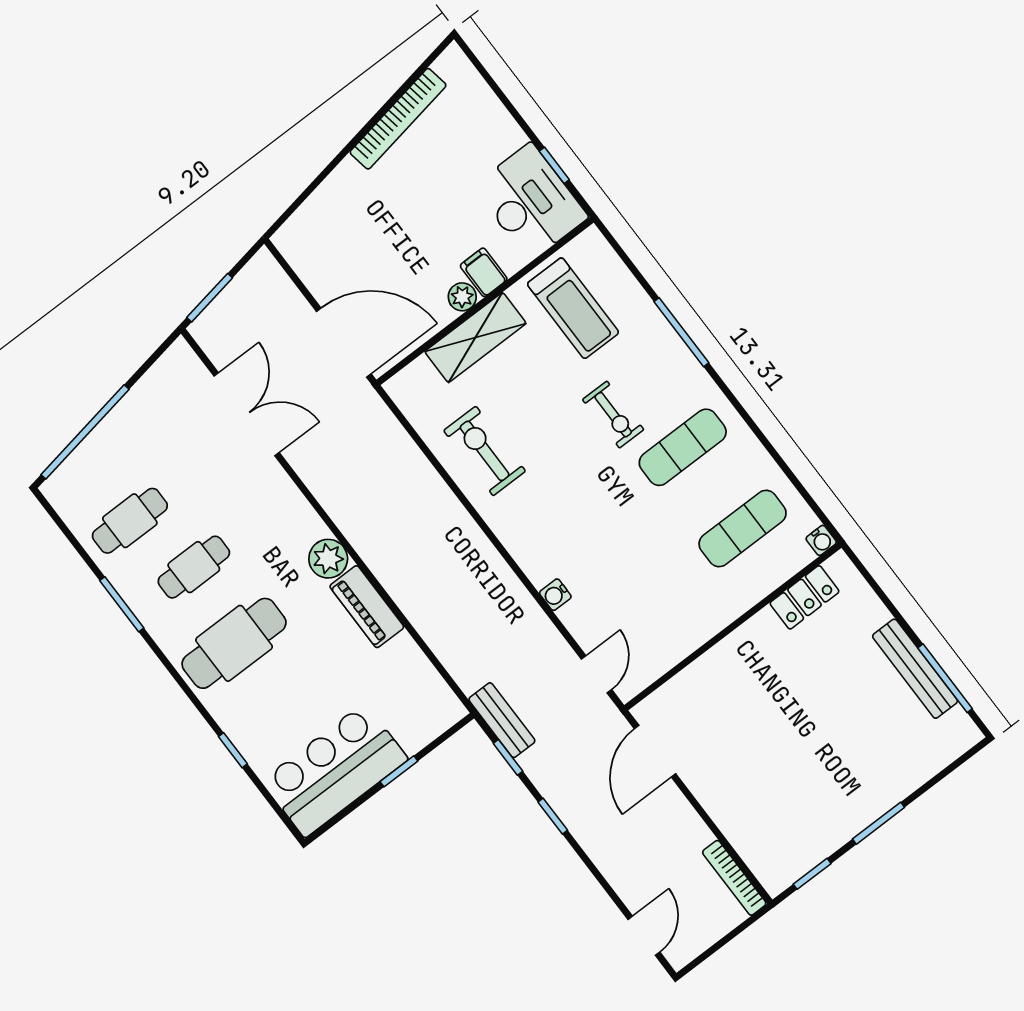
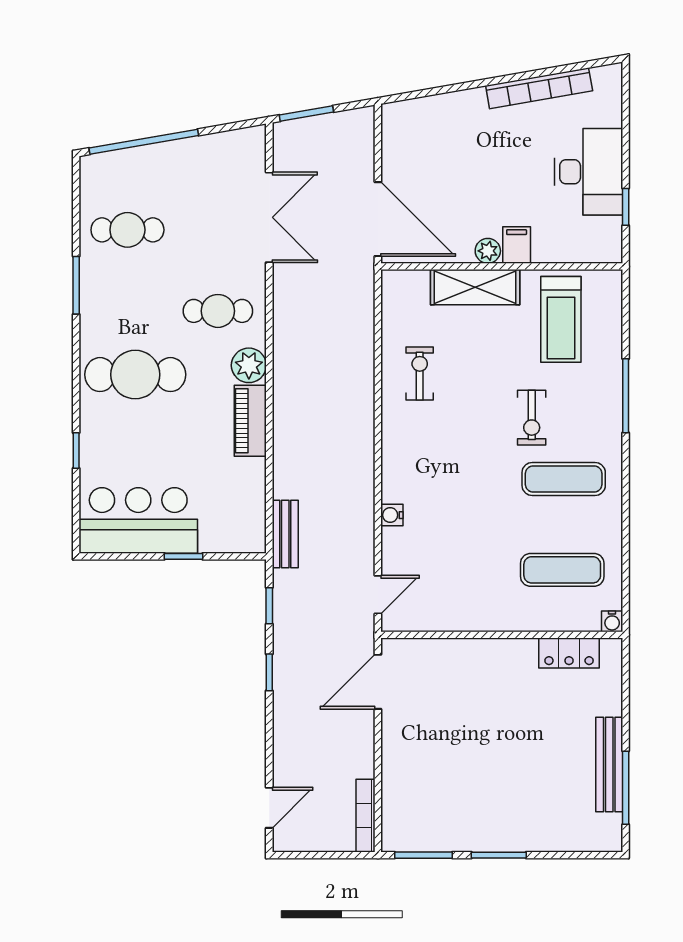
desk: (530, 202) -> (588, 172), moved
exercise bike: (485, 451) -> (420, 373), width x0.73, depth x0.72
cafe table: (194, 567) -> (218, 311), moved
bench: (502, 720) -> (285, 534), moved
window: (812, 874) -> (424, 855), width x1.50

